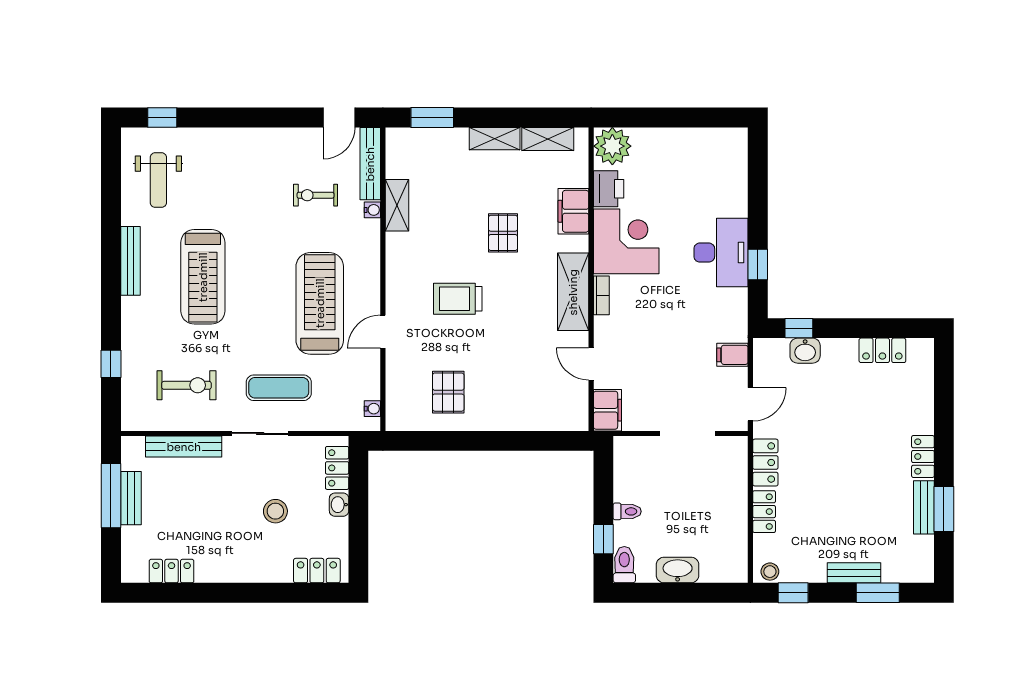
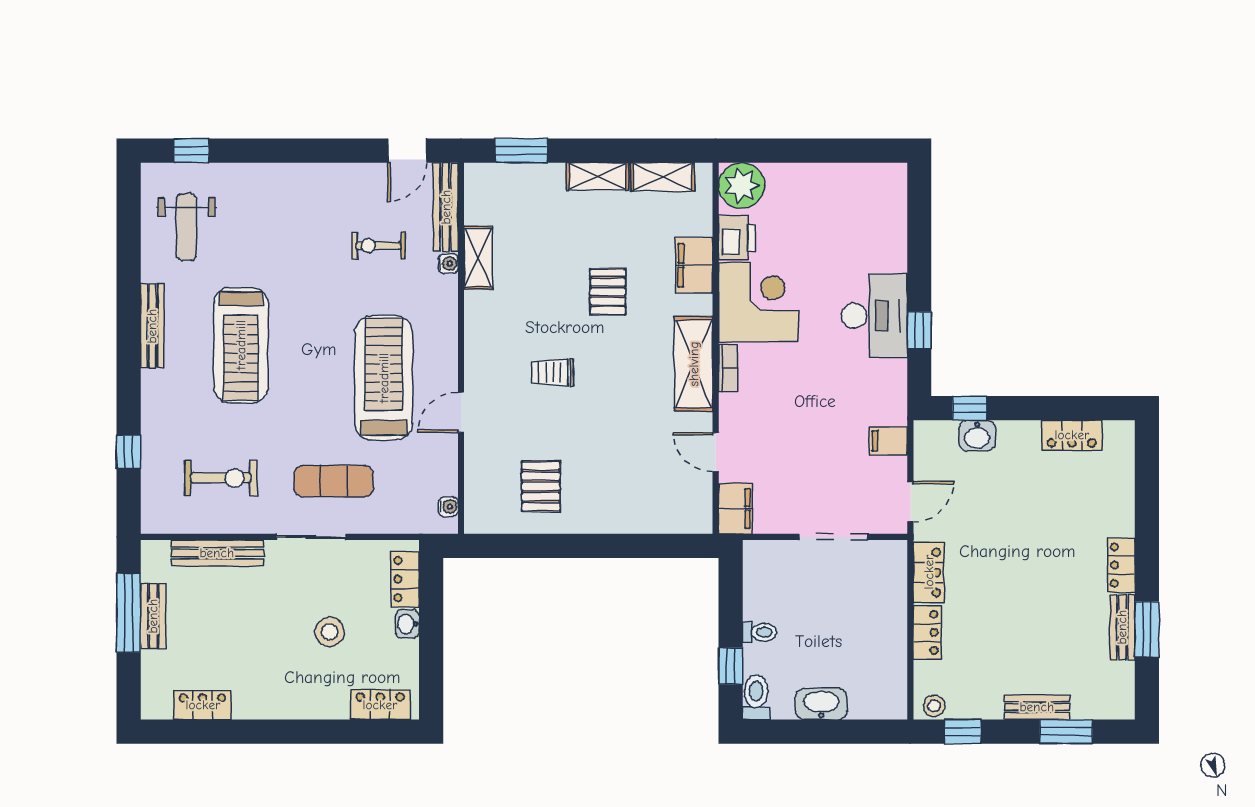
trolley: (458, 299) -> (553, 372), width x0.73, depth x0.72

